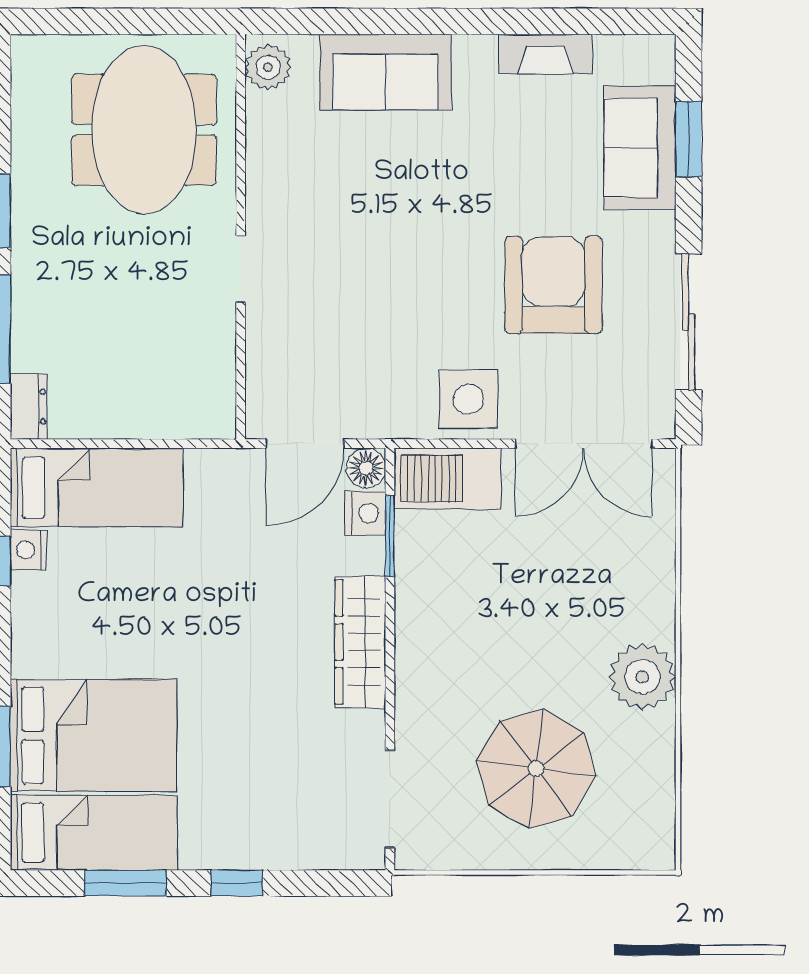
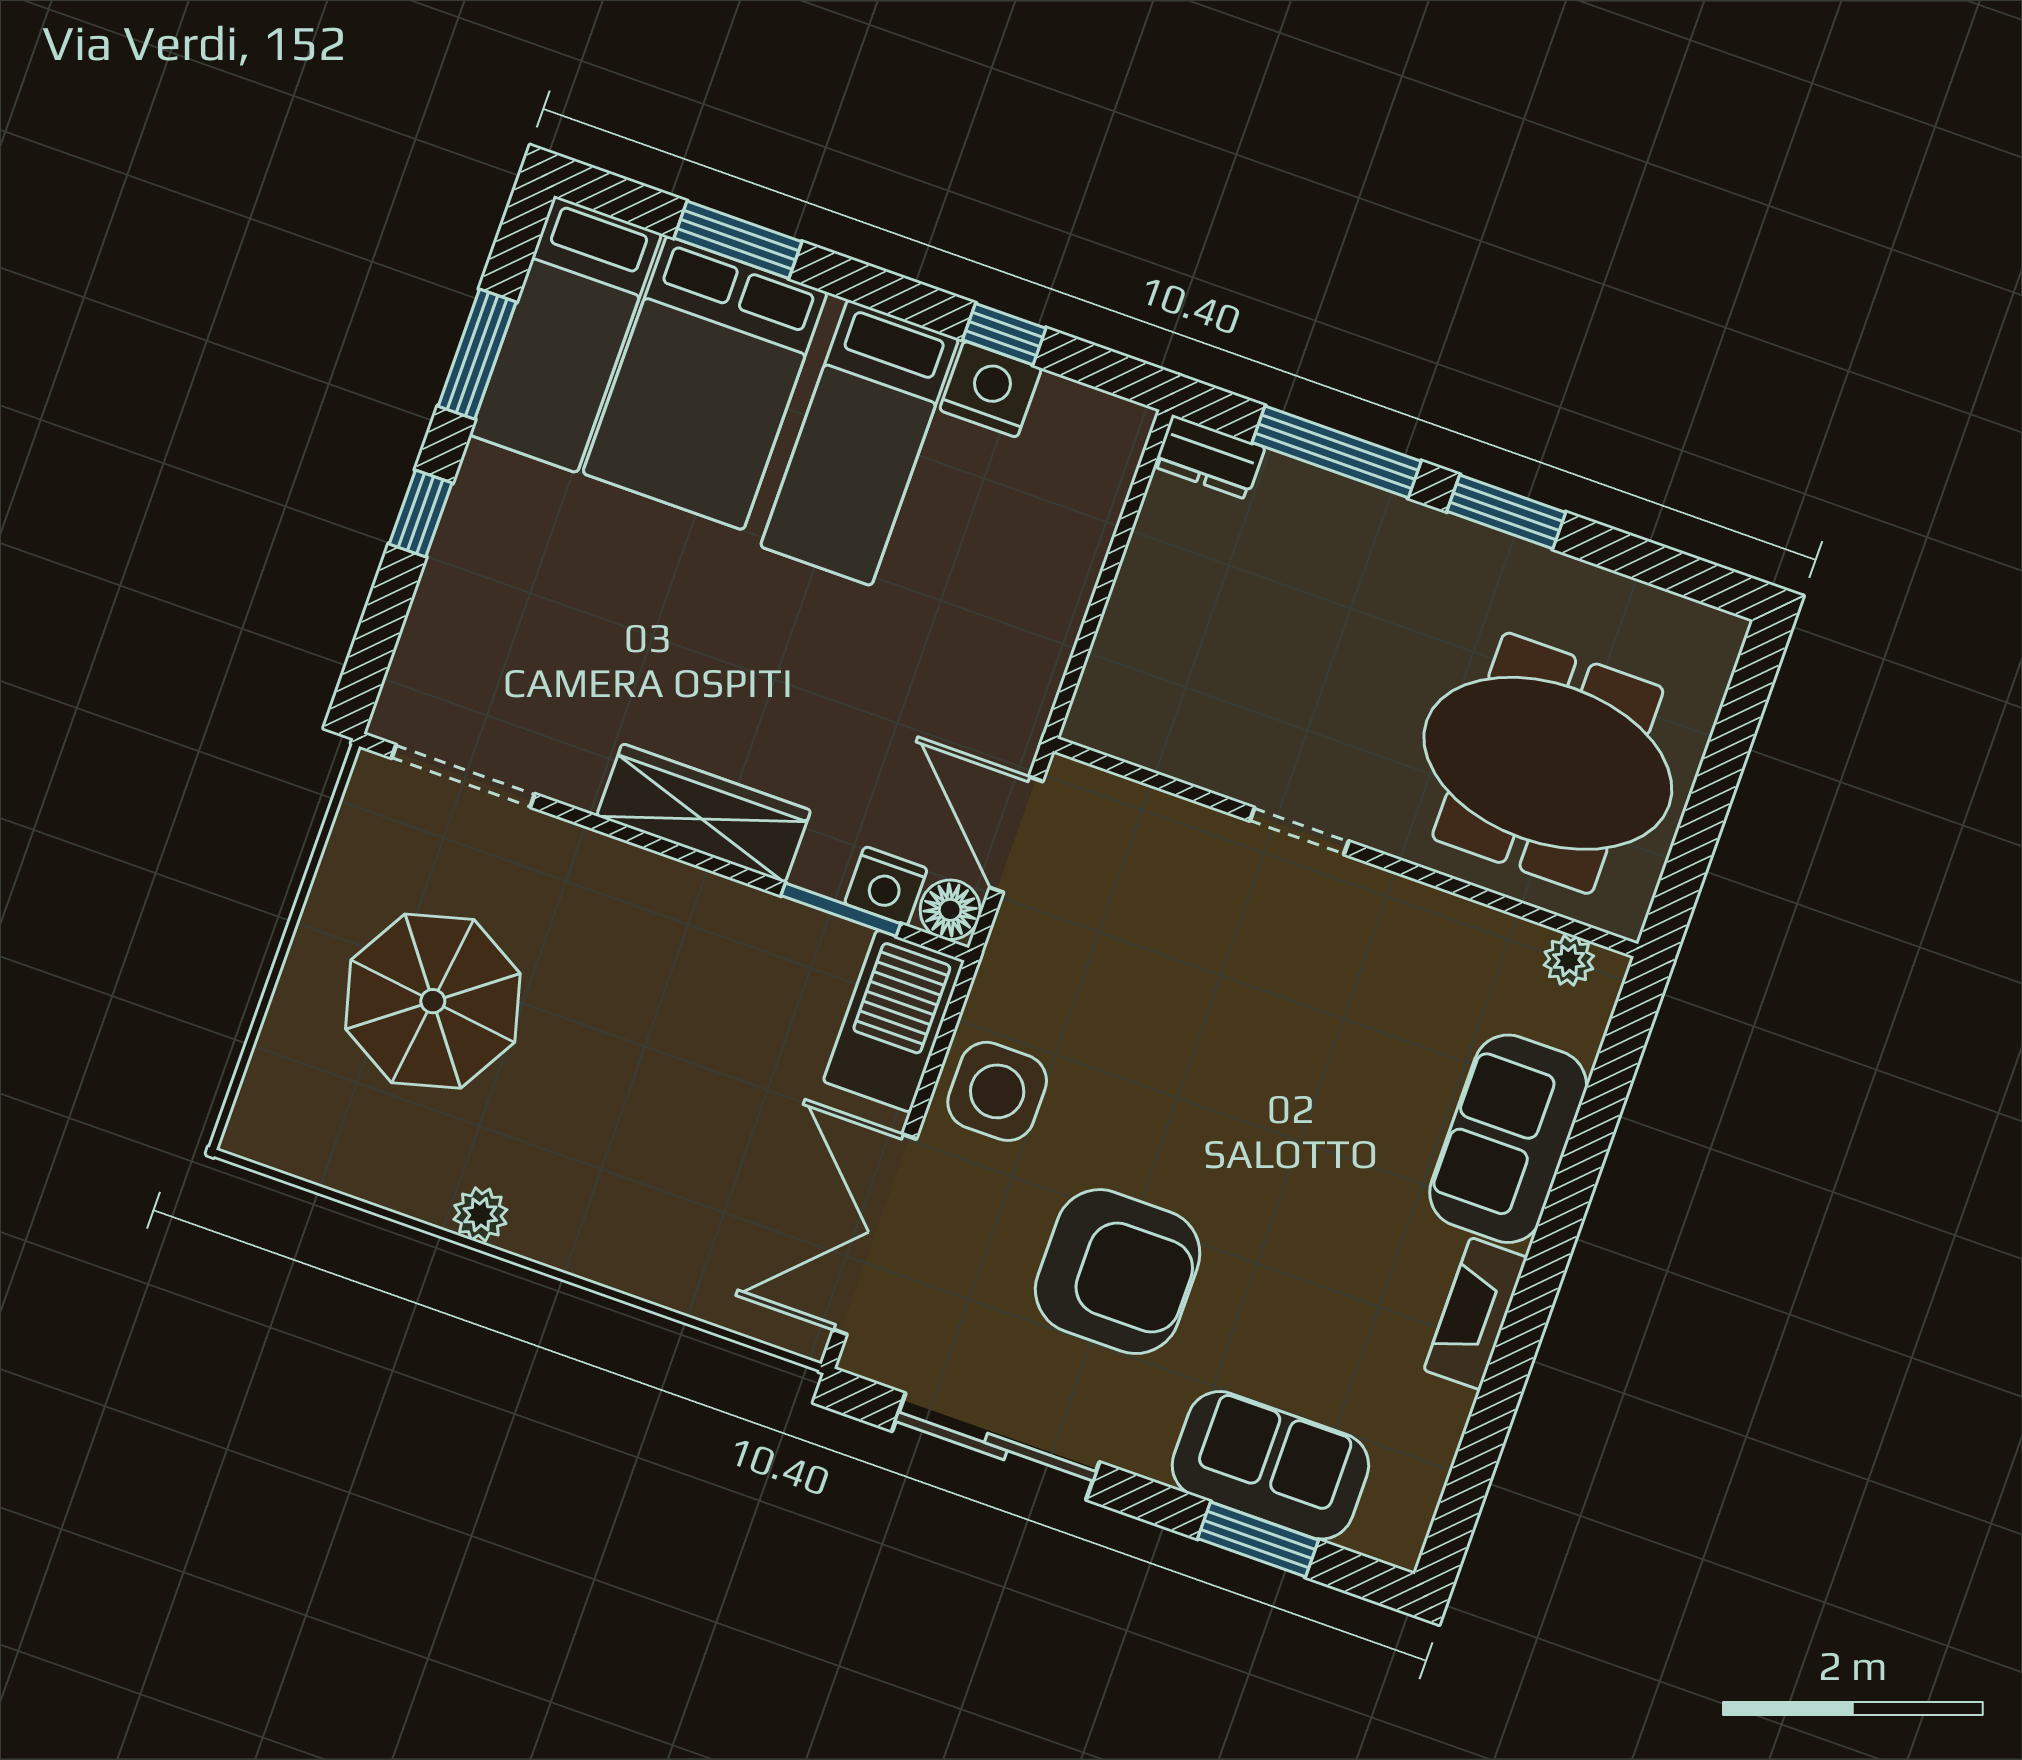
fireplace: (546, 54) -> (1475, 1314), moved
plant: (268, 67) -> (1569, 960), width x0.73, depth x0.73
bed: (97, 488) -> (859, 443), moved
nightstand: (29, 550) -> (990, 389), width x1.36, depth x1.33
plant: (642, 677) -> (480, 1214), width x0.53, depth x0.53

